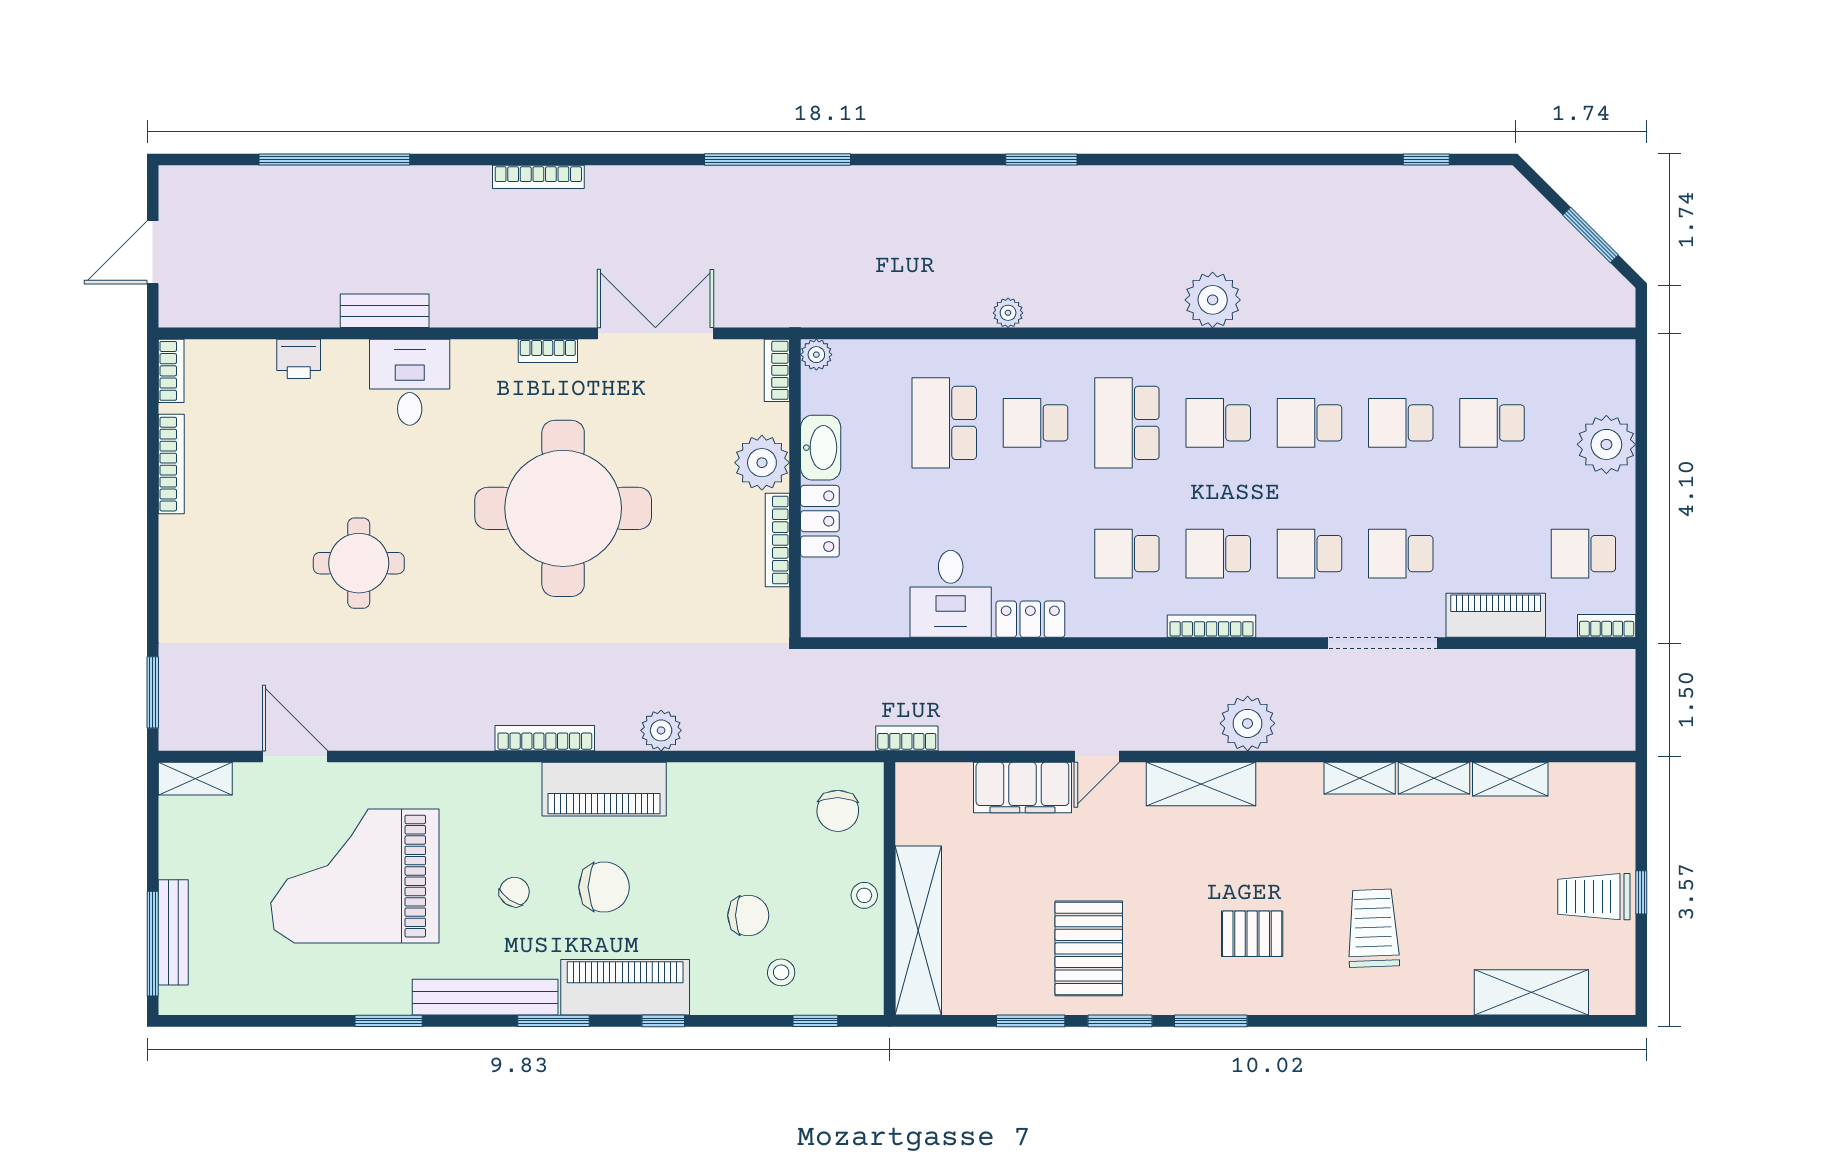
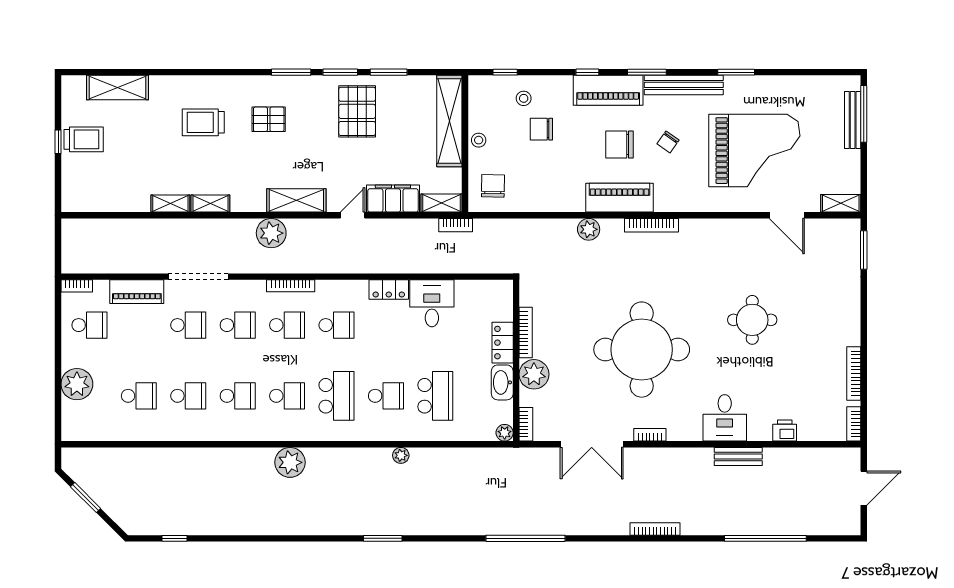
shelving: (1510, 779) -> (441, 203), moved
trolley: (1373, 928) -> (203, 122), turned 92

